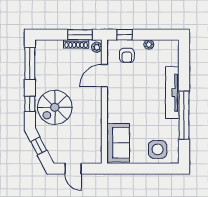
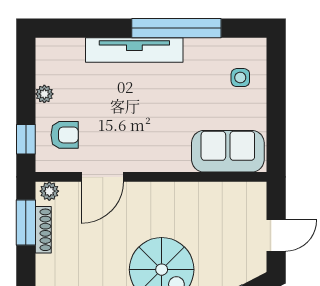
door: (104, 76) -> (102, 177), hinge flipped
side table: (158, 149) -> (240, 78), width x0.54, depth x0.54

